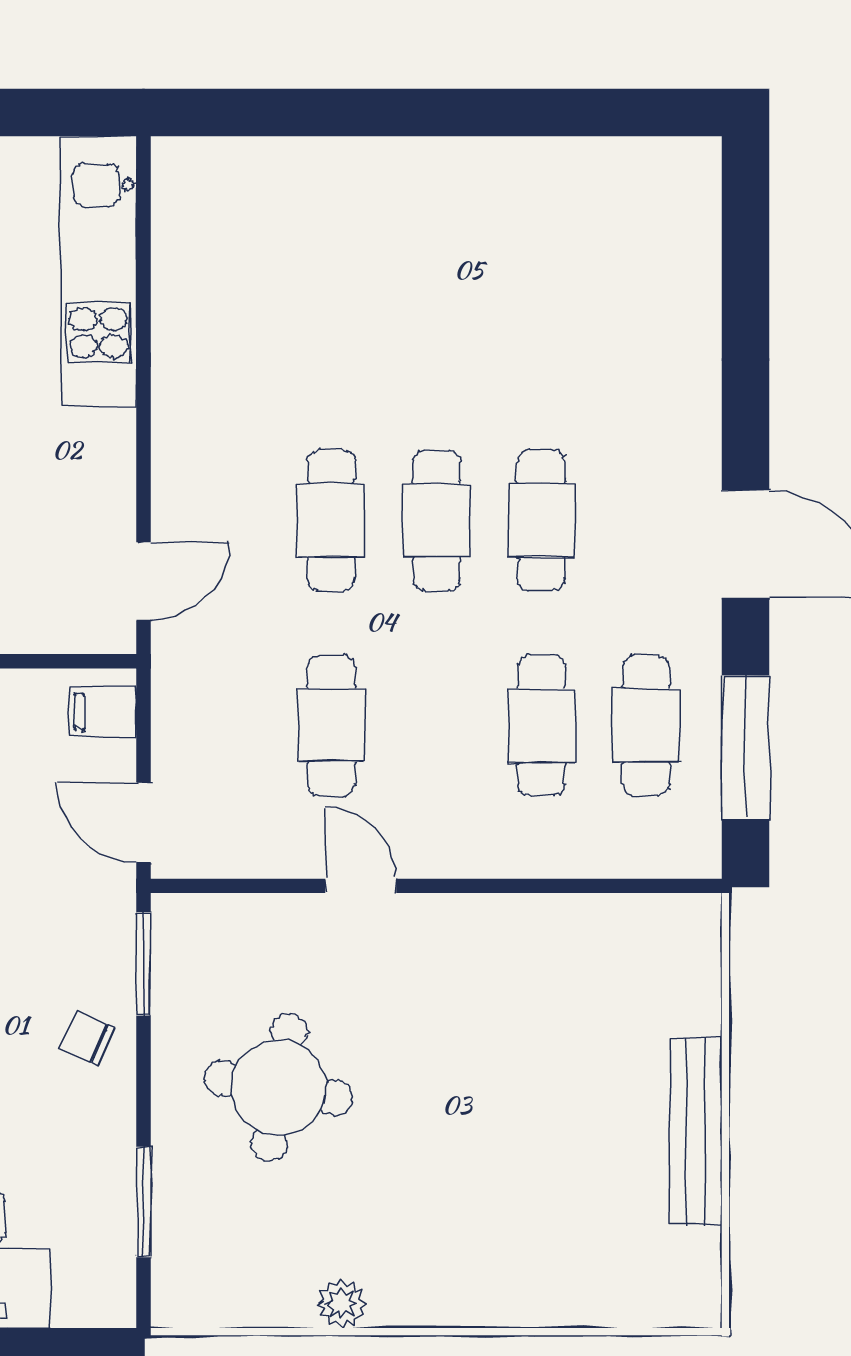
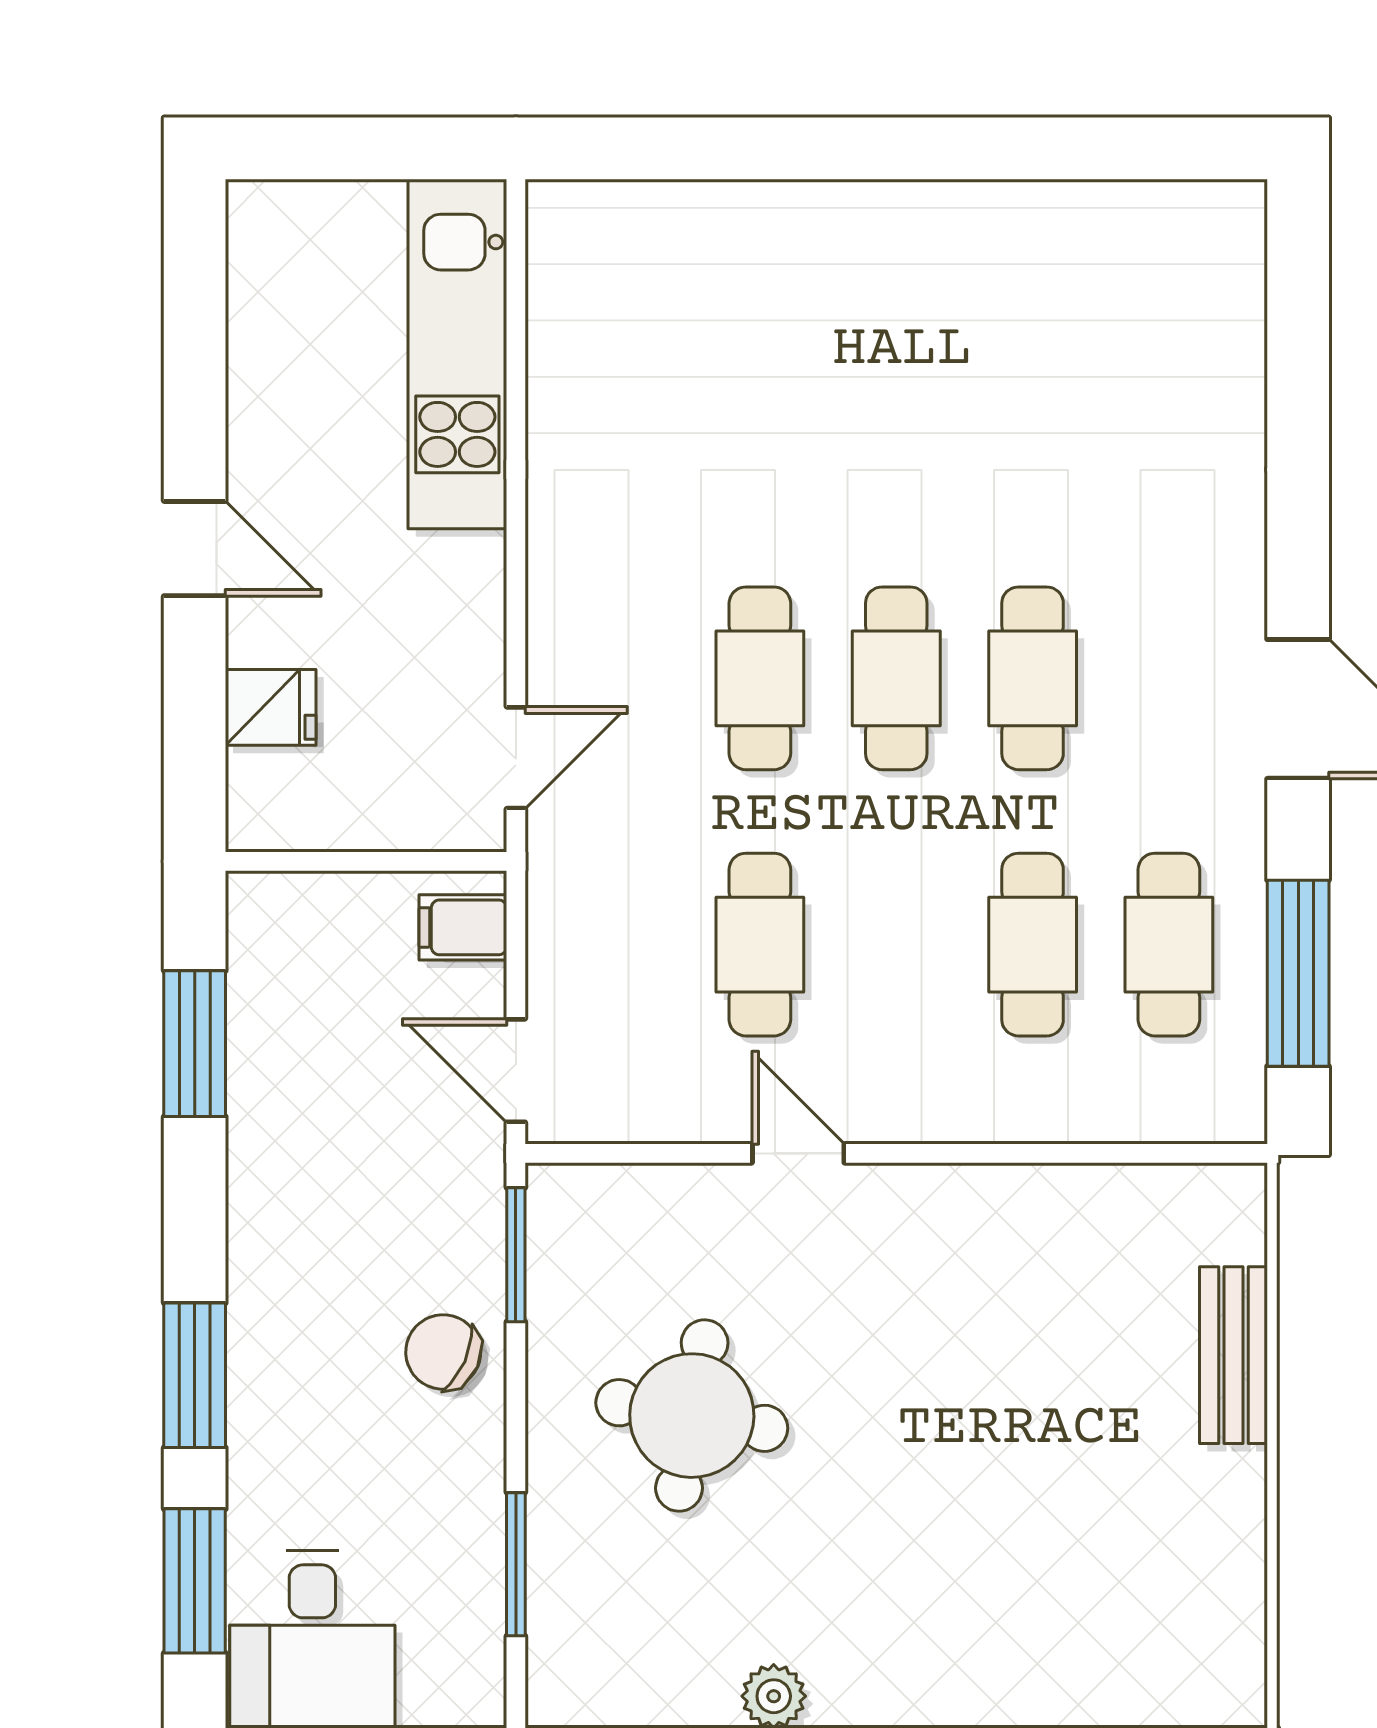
chair: (88, 1039) -> (443, 1352), width x1.37, depth x1.37
bench: (696, 1131) -> (1234, 1355), moved, width x0.73

